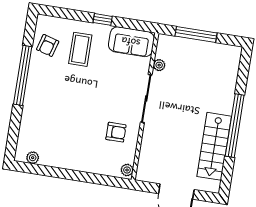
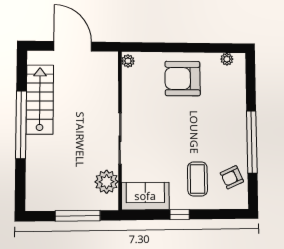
armchair: (48, 45) -> (232, 177), turned -130
plant: (159, 65) -> (107, 182), width x1.88, depth x1.88
armchair: (116, 132) -> (183, 79), moved, width x1.88, depth x1.88

